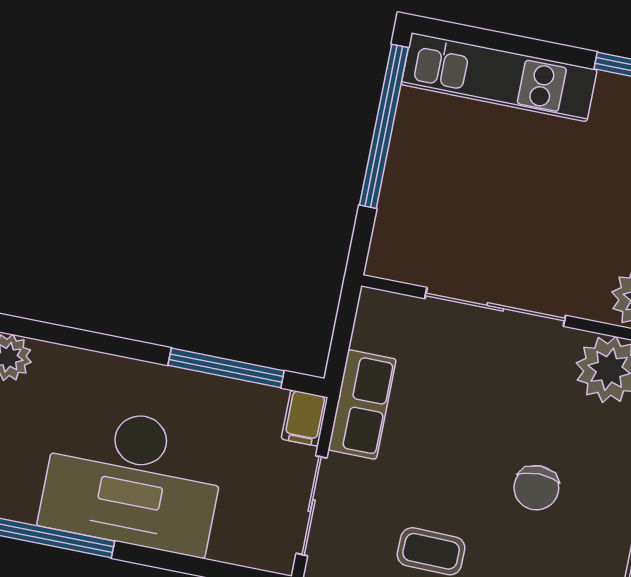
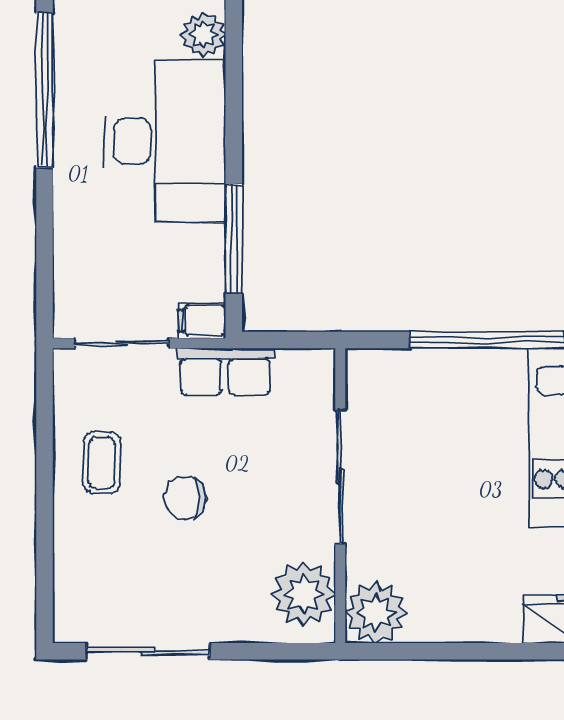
desk: (133, 479) -> (165, 141), moved, turned 180
chair: (536, 488) -> (185, 498), moved

